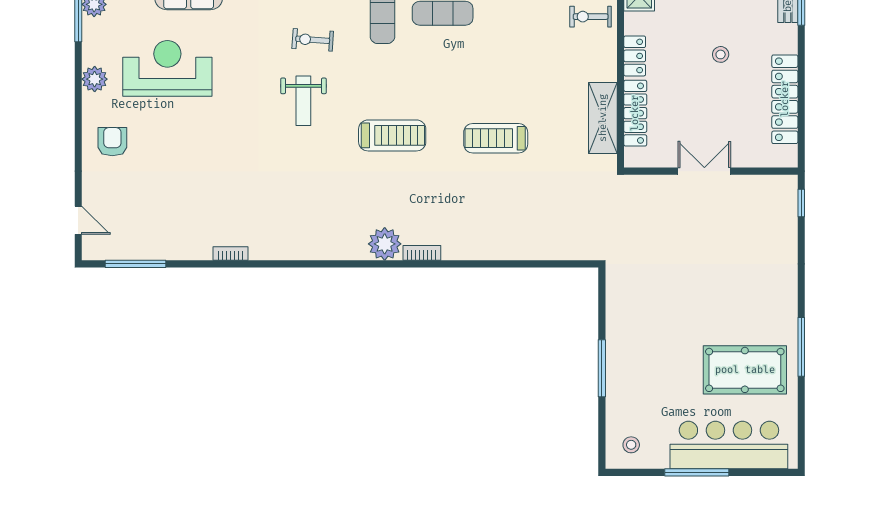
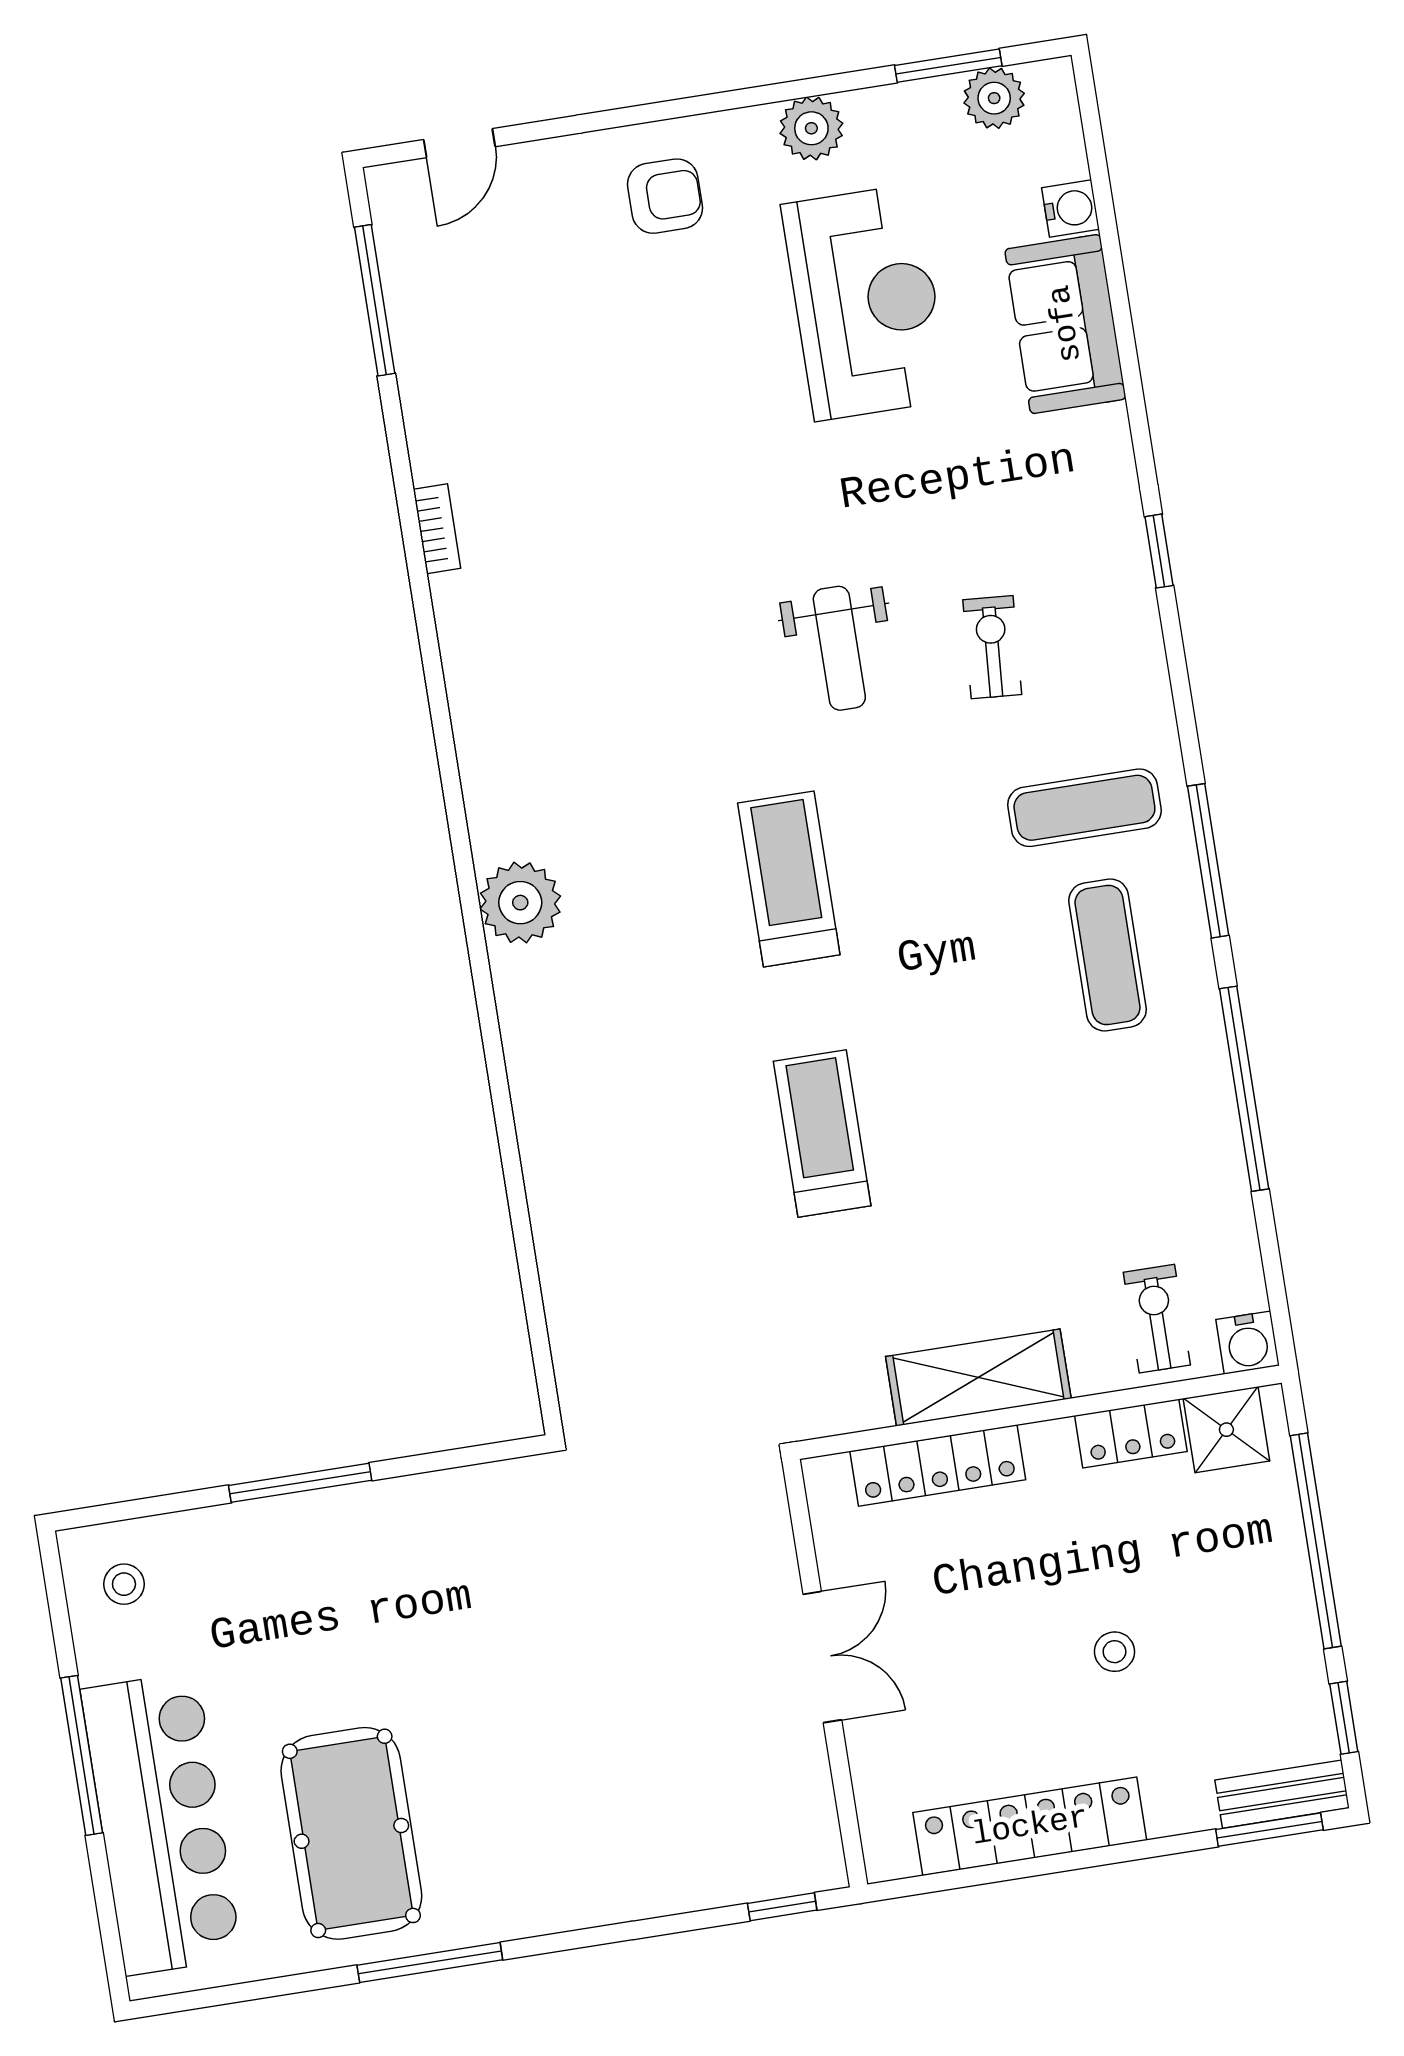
locker: (635, 56) -> (1131, 1434), moved
weight bench: (303, 101) -> (839, 648), turned -90
shelving: (603, 118) -> (978, 1377), moved
treadmill: (392, 135) -> (789, 879), turned 180
bookcase: (422, 253) -> (513, 997), removed

